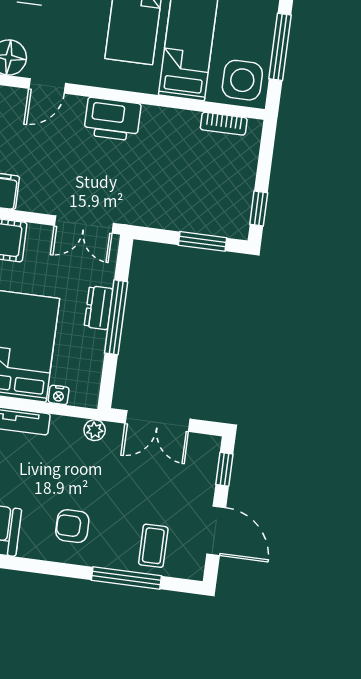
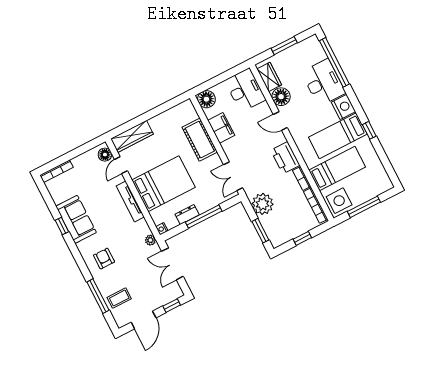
bookcase: (164, 116) -> (302, 178), added
bookcase: (224, 124) -> (316, 205), width x1.56
plant: (162, 208) -> (263, 204), added
window: (259, 209) -> (302, 238), moved
dresser: (99, 308) -> (187, 214), moved
nightstand: (59, 395) -> (162, 229), moved

